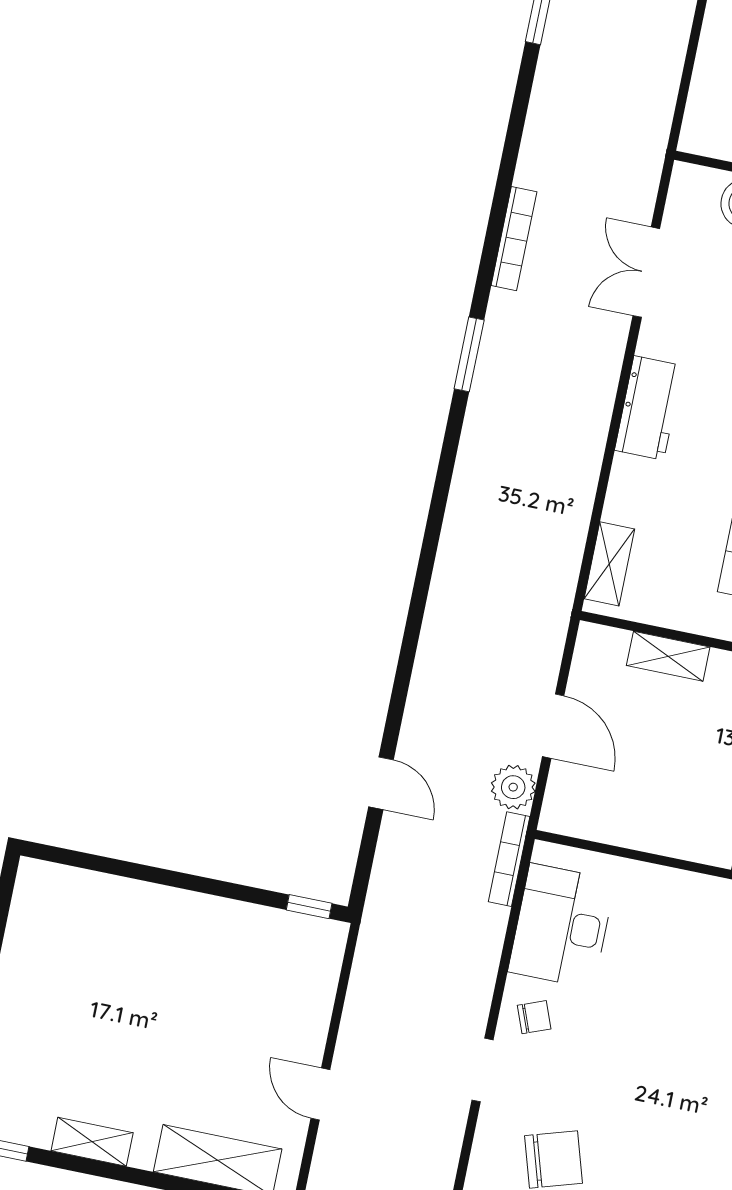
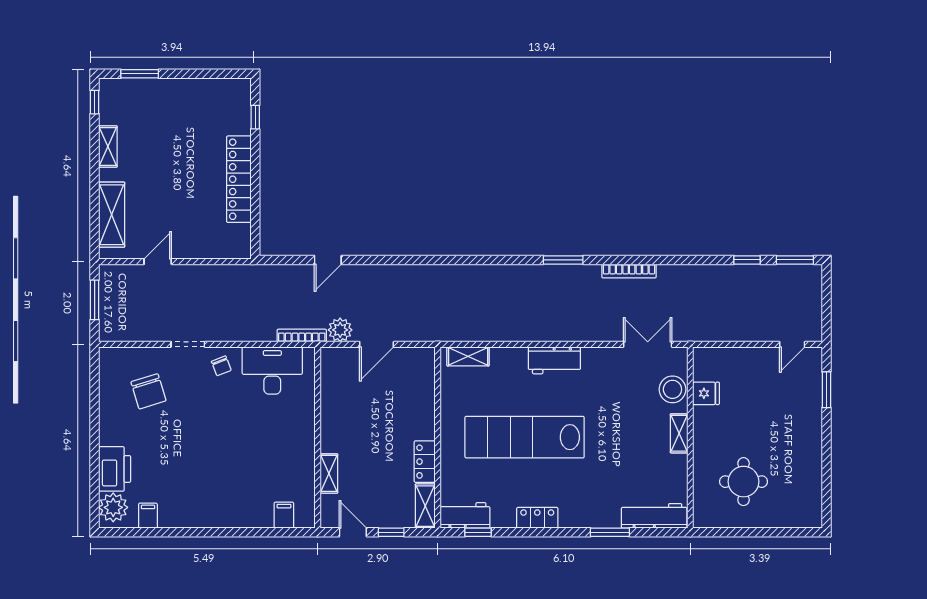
double door: (646, 272) -> (648, 344), moved
shelving: (668, 656) -> (426, 397), removed
window: (309, 907) -> (255, 117), moved
locker: (201, 915) -> (239, 179), added

